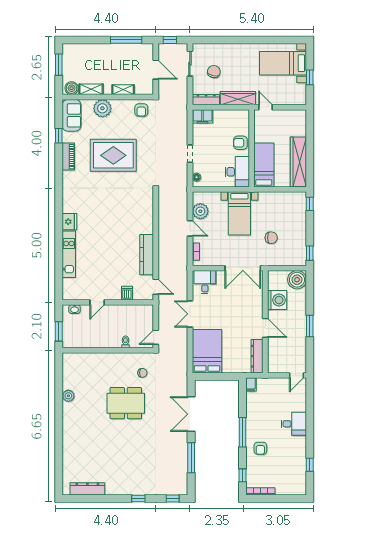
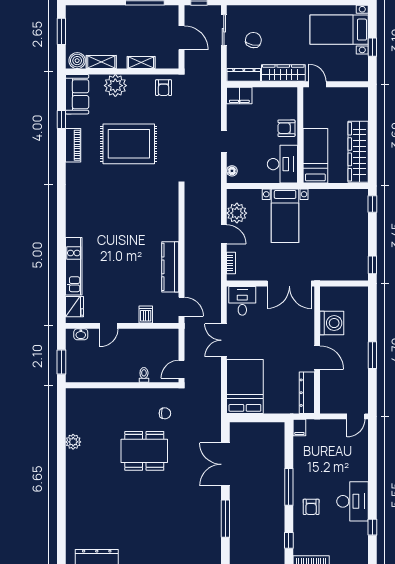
fridge: (69, 222) -> (74, 307), moved
chair: (271, 238) -> (325, 246), removed
boiler: (297, 280) -> (356, 298), removed
desk: (294, 424) -> (352, 501), moved, width x1.37

